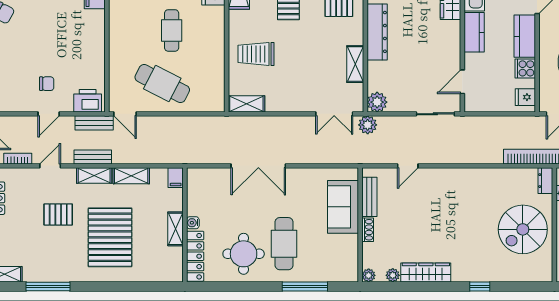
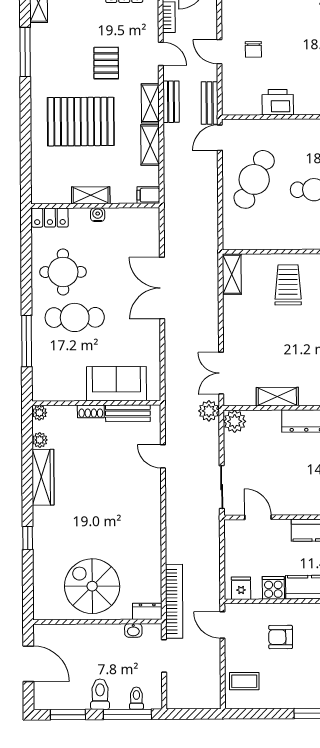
printer: (88, 101) -> (278, 102), moved, turned -90
locker: (195, 256) -> (50, 218), width x0.66

